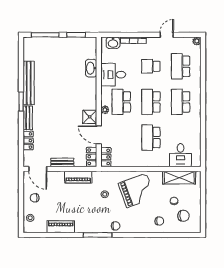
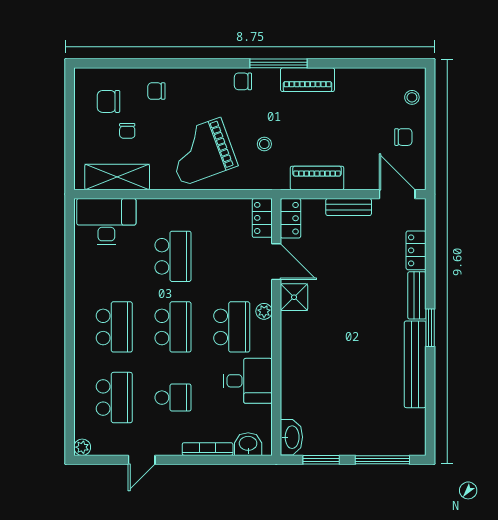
washbasin: (91, 68) -> (291, 437), moved
desk: (181, 155) -> (106, 222), width x1.37
piano: (61, 227) -> (308, 80), moved

